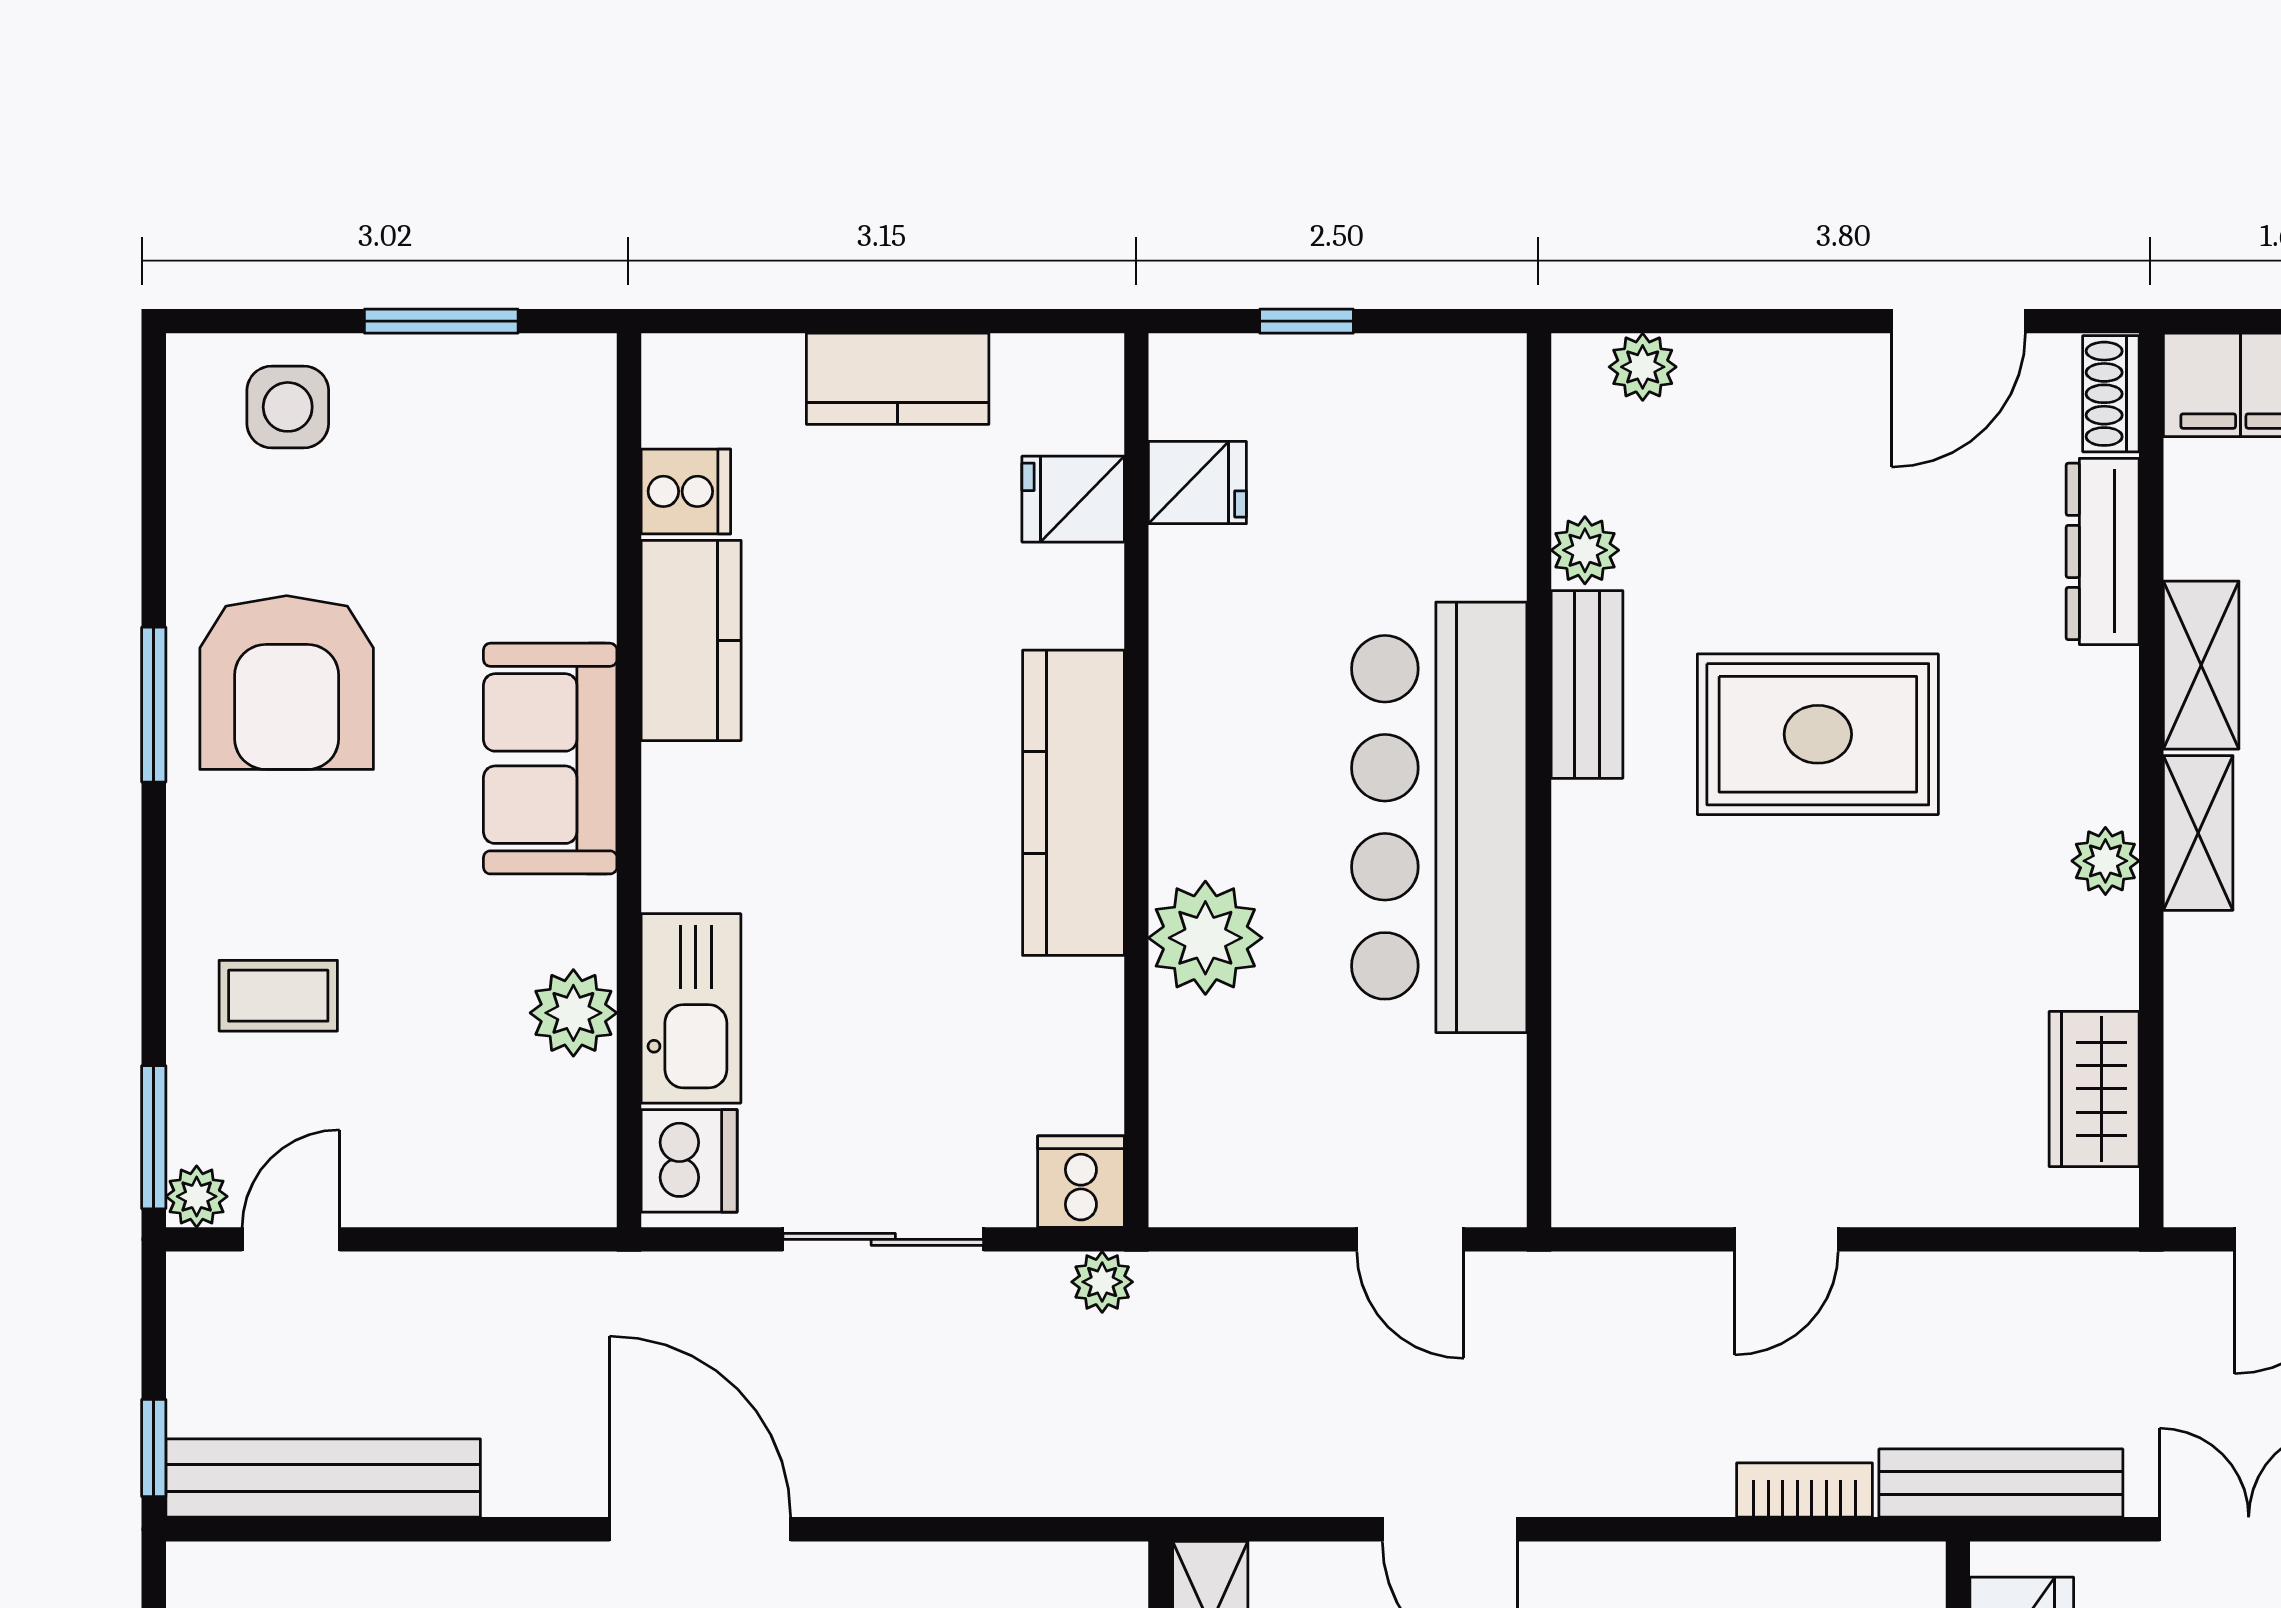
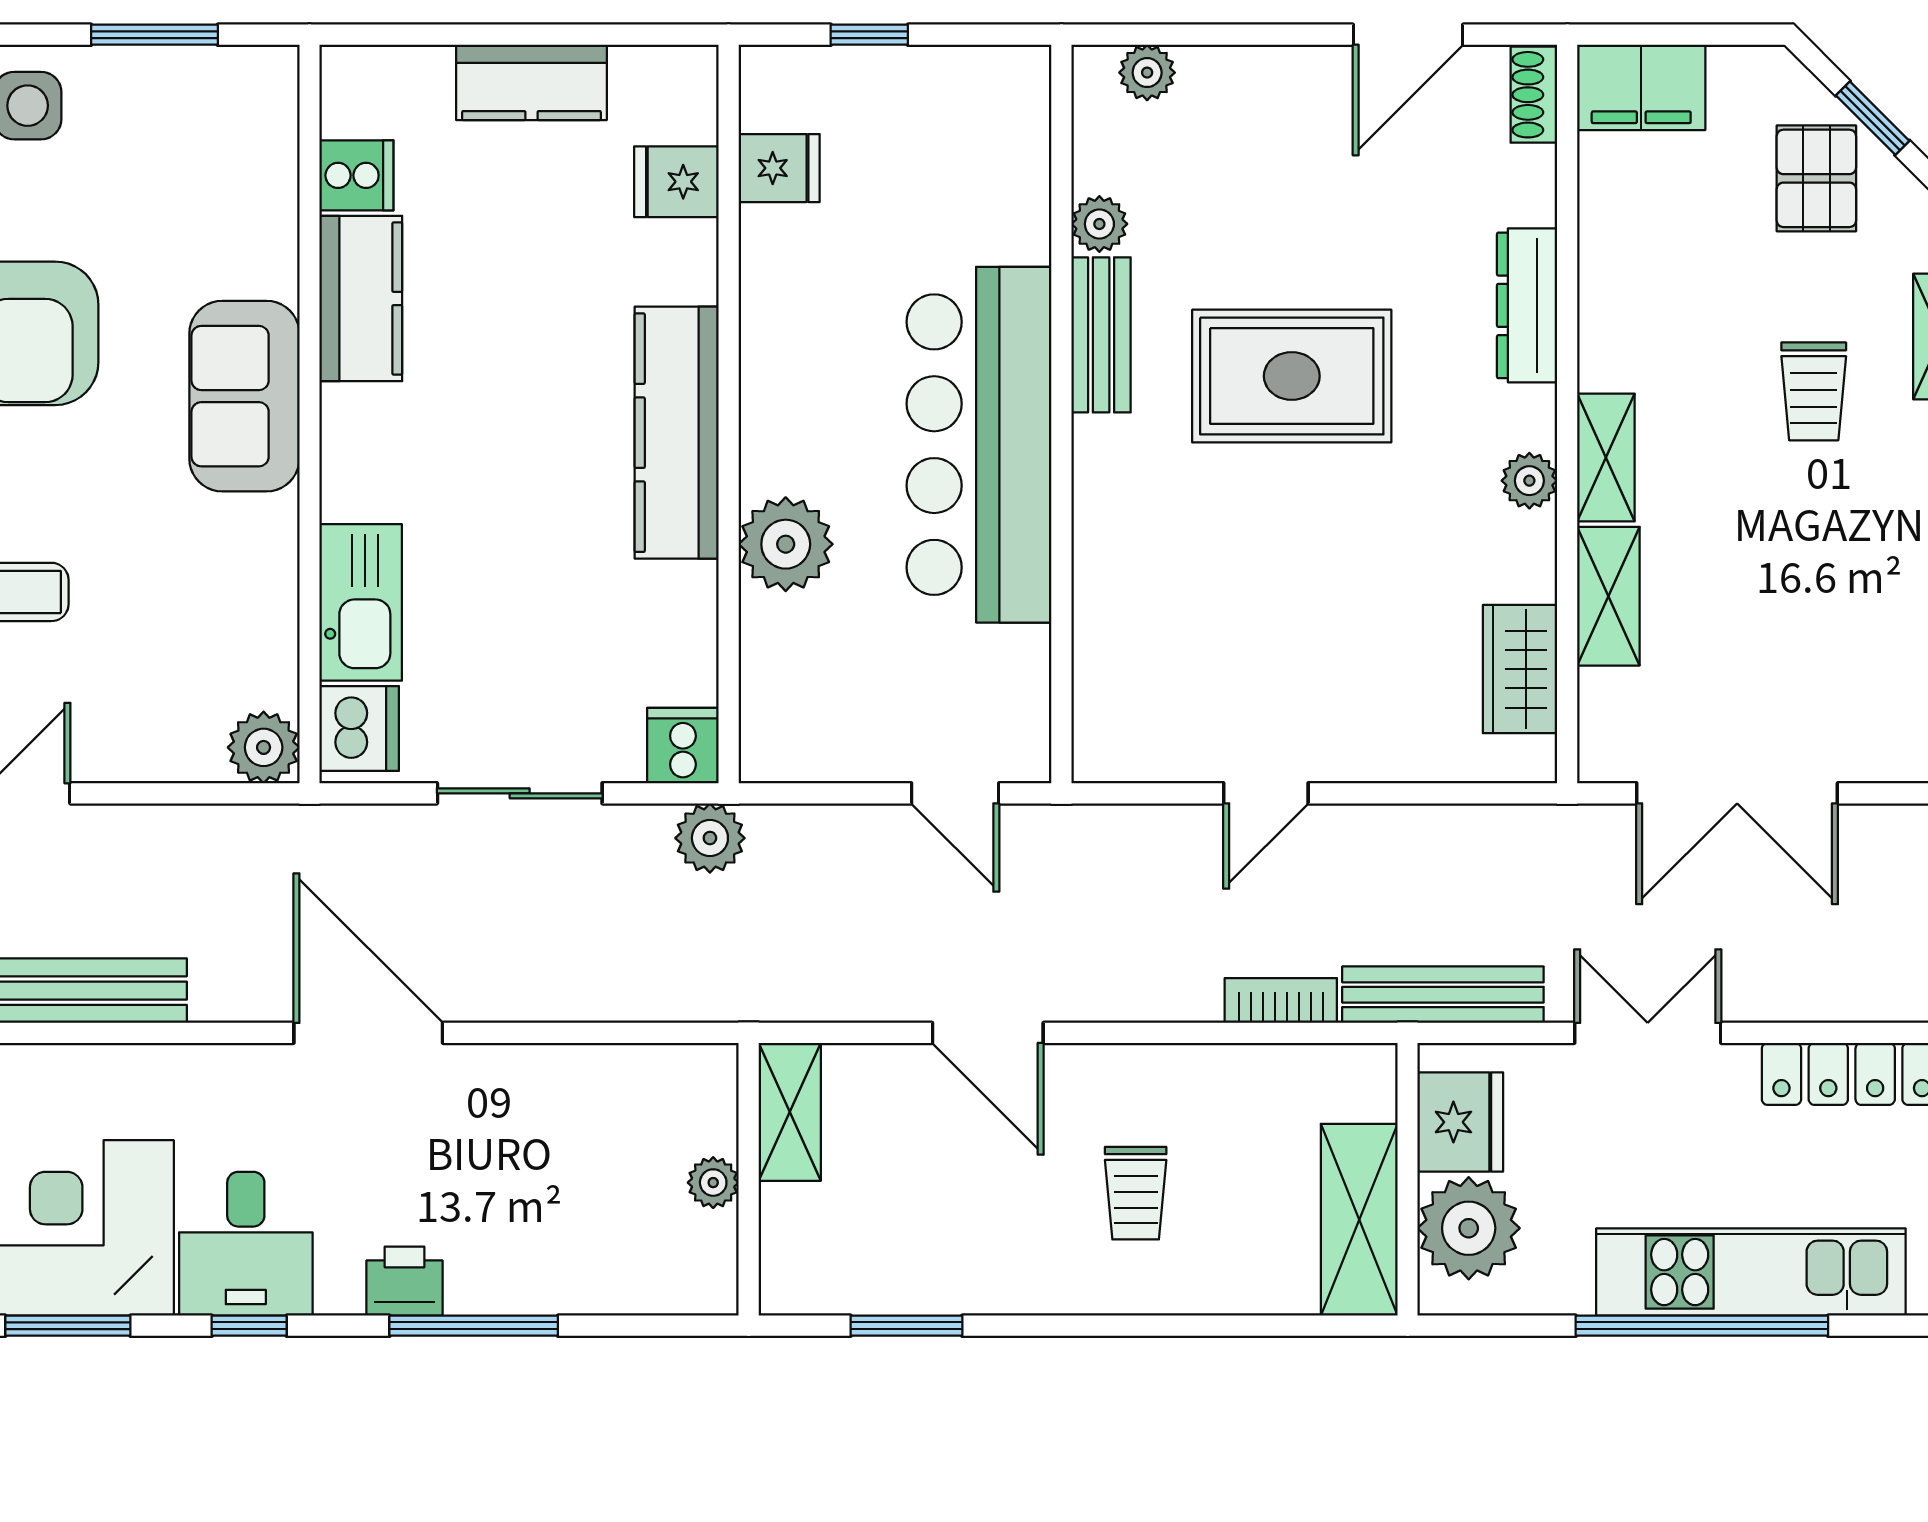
dresser: (2103, 551) -> (1527, 305), moved
shelving: (2201, 665) -> (1608, 596), moved
plant: (573, 1013) -> (264, 747), moved
plant: (1102, 1282) -> (710, 838), width x1.38, depth x1.38

